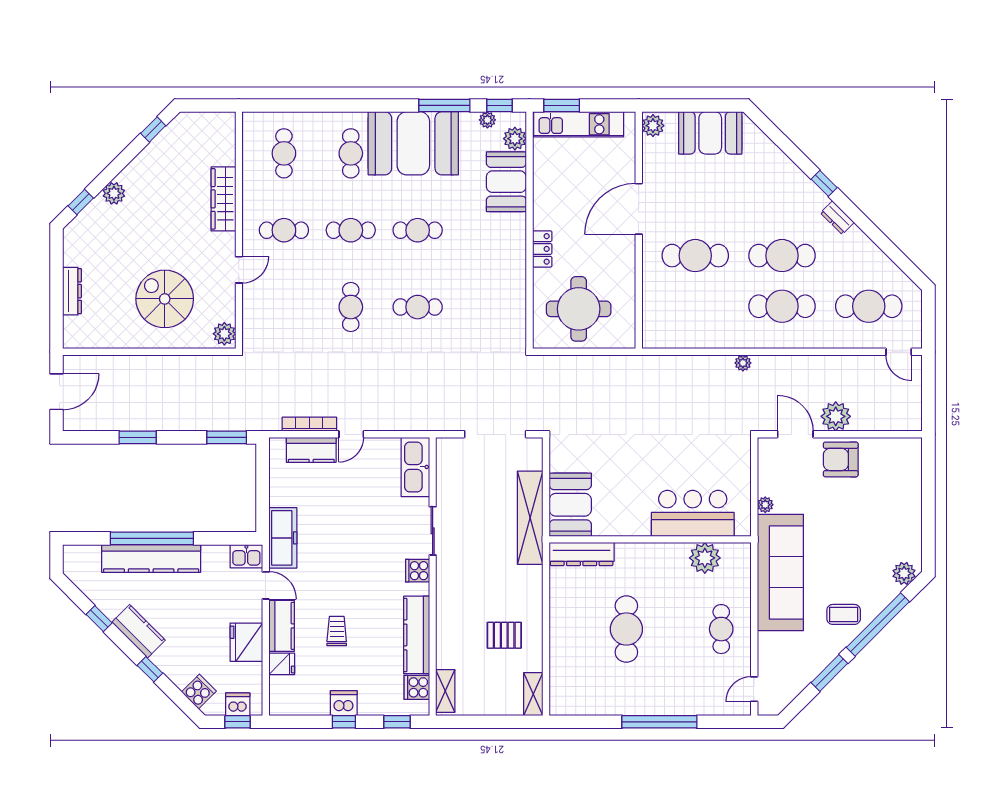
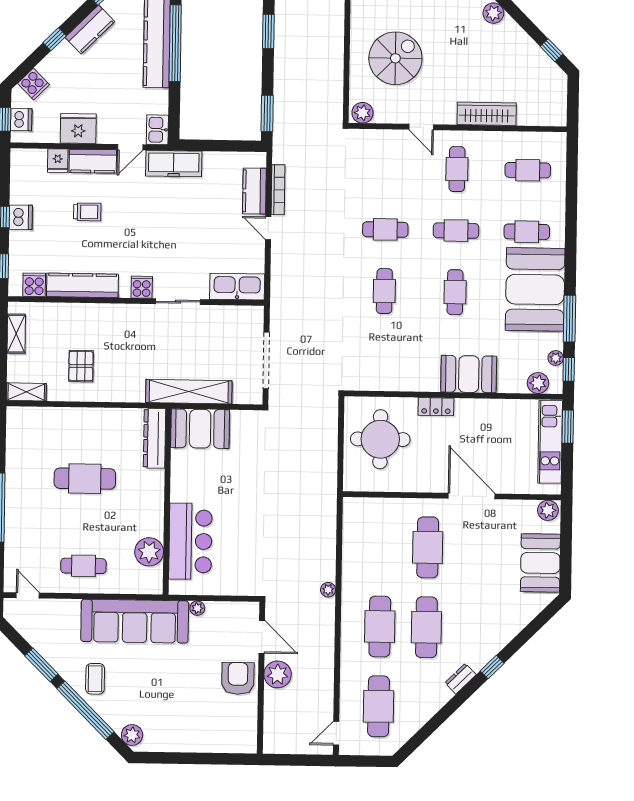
booth: (506, 182) -> (469, 374), moved
cafe table: (351, 230) -> (456, 231), turned 90
door: (795, 434) -> (262, 637), hinge flipped
shelving: (445, 691) -> (16, 334), moved, turned 90

